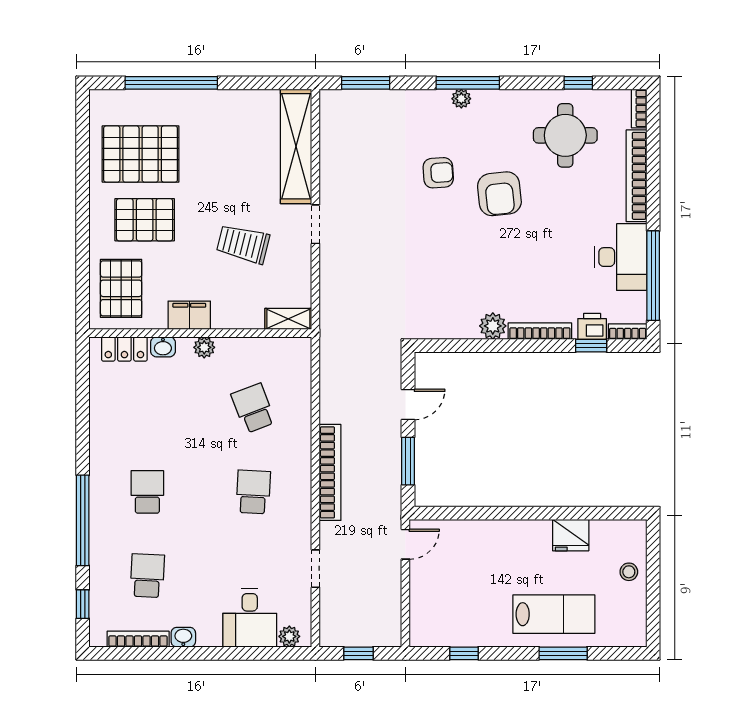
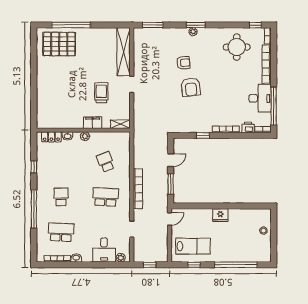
window: (468, 83) -> (196, 25), width x0.69
window: (578, 83) -> (255, 25), moved
pallet: (141, 154) -> (59, 44), moved
armchair: (499, 194) -> (191, 87), moved
pallet: (145, 220) -> (60, 83), removed
trolley: (243, 244) -> (101, 93), turned 76
pallet: (121, 288) -> (50, 111), removed
filing cabinet: (189, 315) -> (93, 123), moved
plant: (493, 326) -> (206, 127), removed
window: (591, 346) -> (203, 135), moved
school desk: (253, 492) -> (106, 197), width x1.85
fridge: (571, 535) -> (220, 215), moved
school desk: (147, 576) -> (61, 232), width x1.85
window: (83, 604) -> (34, 167), moved
lab bench: (554, 614) -> (193, 246), moved
window: (563, 653) -> (236, 265), width x2.11

